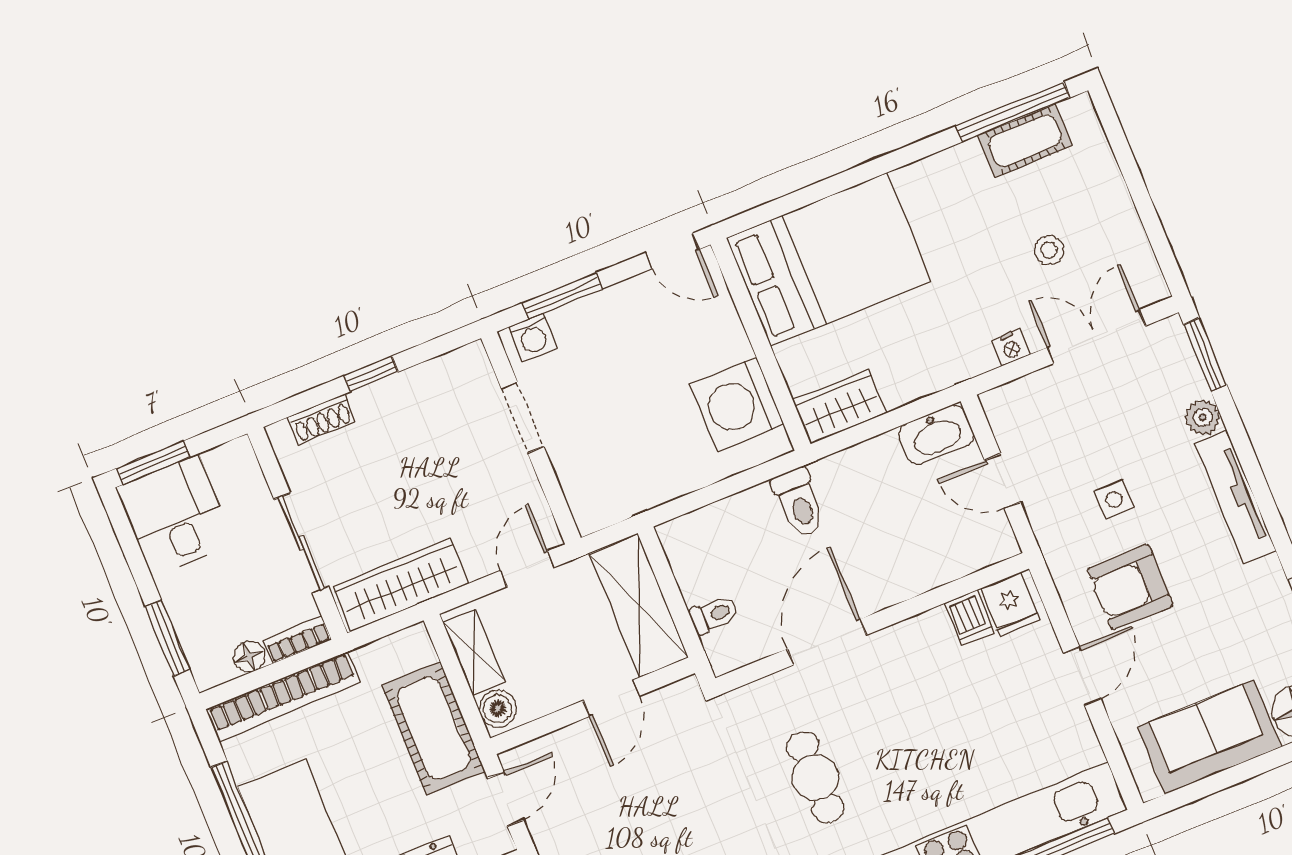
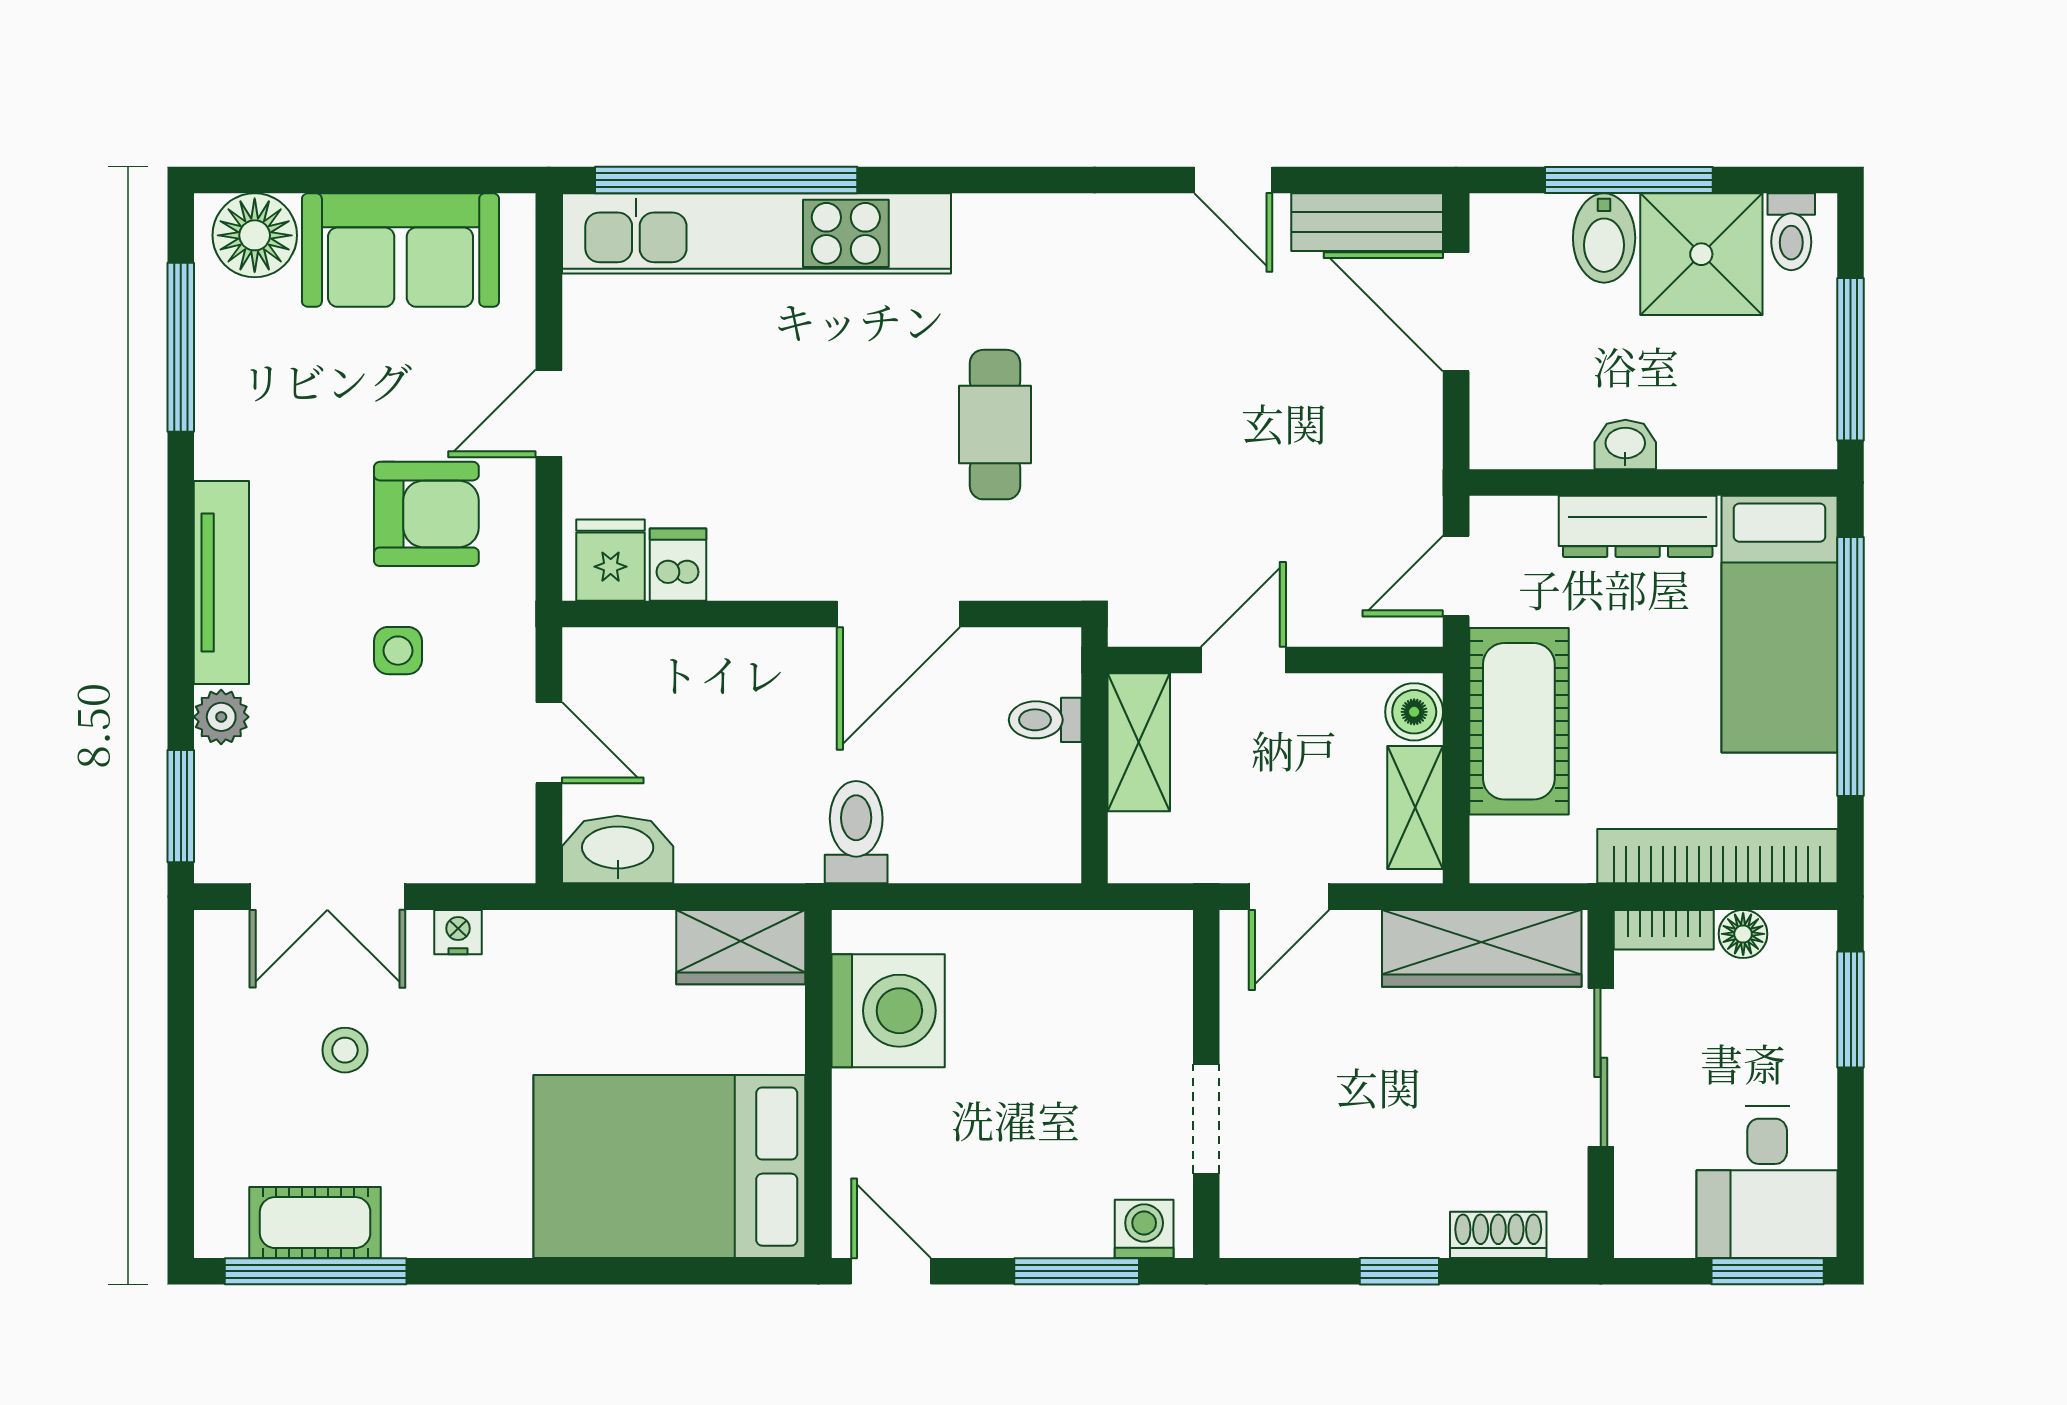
shelving: (639, 606) -> (1139, 742), width x0.67, depth x0.75

